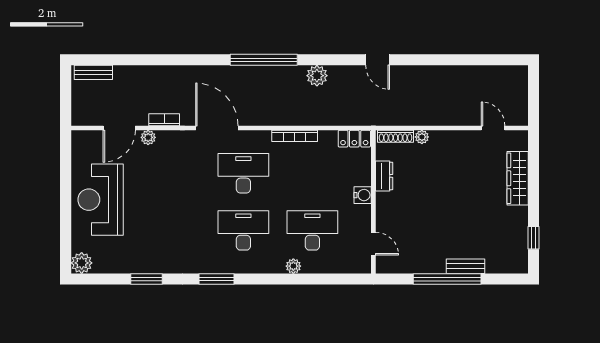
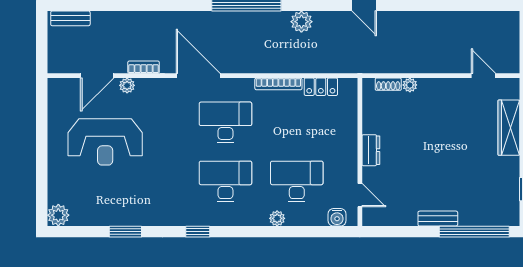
shoe rack: (396, 136) -> (388, 84), width x0.70
locker: (354, 139) -> (321, 87), moved
dresser: (384, 176) -> (371, 150), moved
water cooler: (363, 195) -> (337, 217), moved, turned 90
reception desk: (101, 200) -> (105, 142), moved, turned -90
bench: (466, 266) -> (438, 219), moved
window: (217, 279) -> (198, 232), width x0.67
window: (447, 279) -> (474, 232), moved

